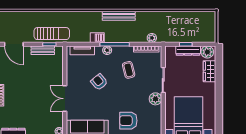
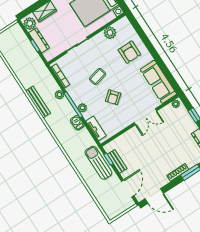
bench: (119, 16) -> (38, 102), moved
plant: (152, 38) -> (59, 95), moved
coffee table: (129, 70) -> (98, 76), moved
plant: (155, 99) -> (110, 33), moved

